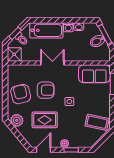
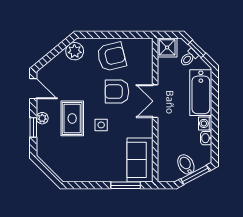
double door: (52, 63) -> (155, 101), swing flipped
armchair: (46, 90) -> (117, 92), turned 90
rug: (45, 120) -> (72, 118), moved
coffee table: (97, 122) -> (72, 164), removed

